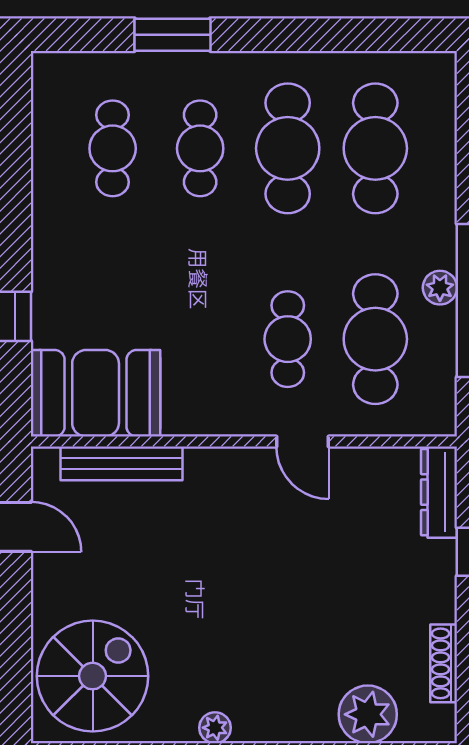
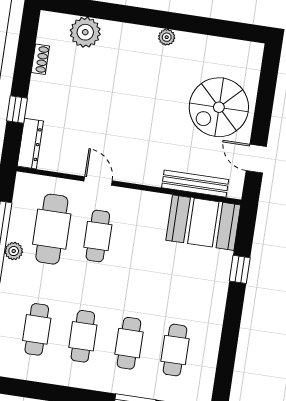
cafe table: (288, 148) -> (83, 336), width x0.73, depth x0.74
cafe table: (375, 148) -> (37, 329), width x0.73, depth x0.74
shoe rack: (444, 663) -> (40, 59), width x0.70
spiral stairs: (93, 676) -> (219, 107), moved

